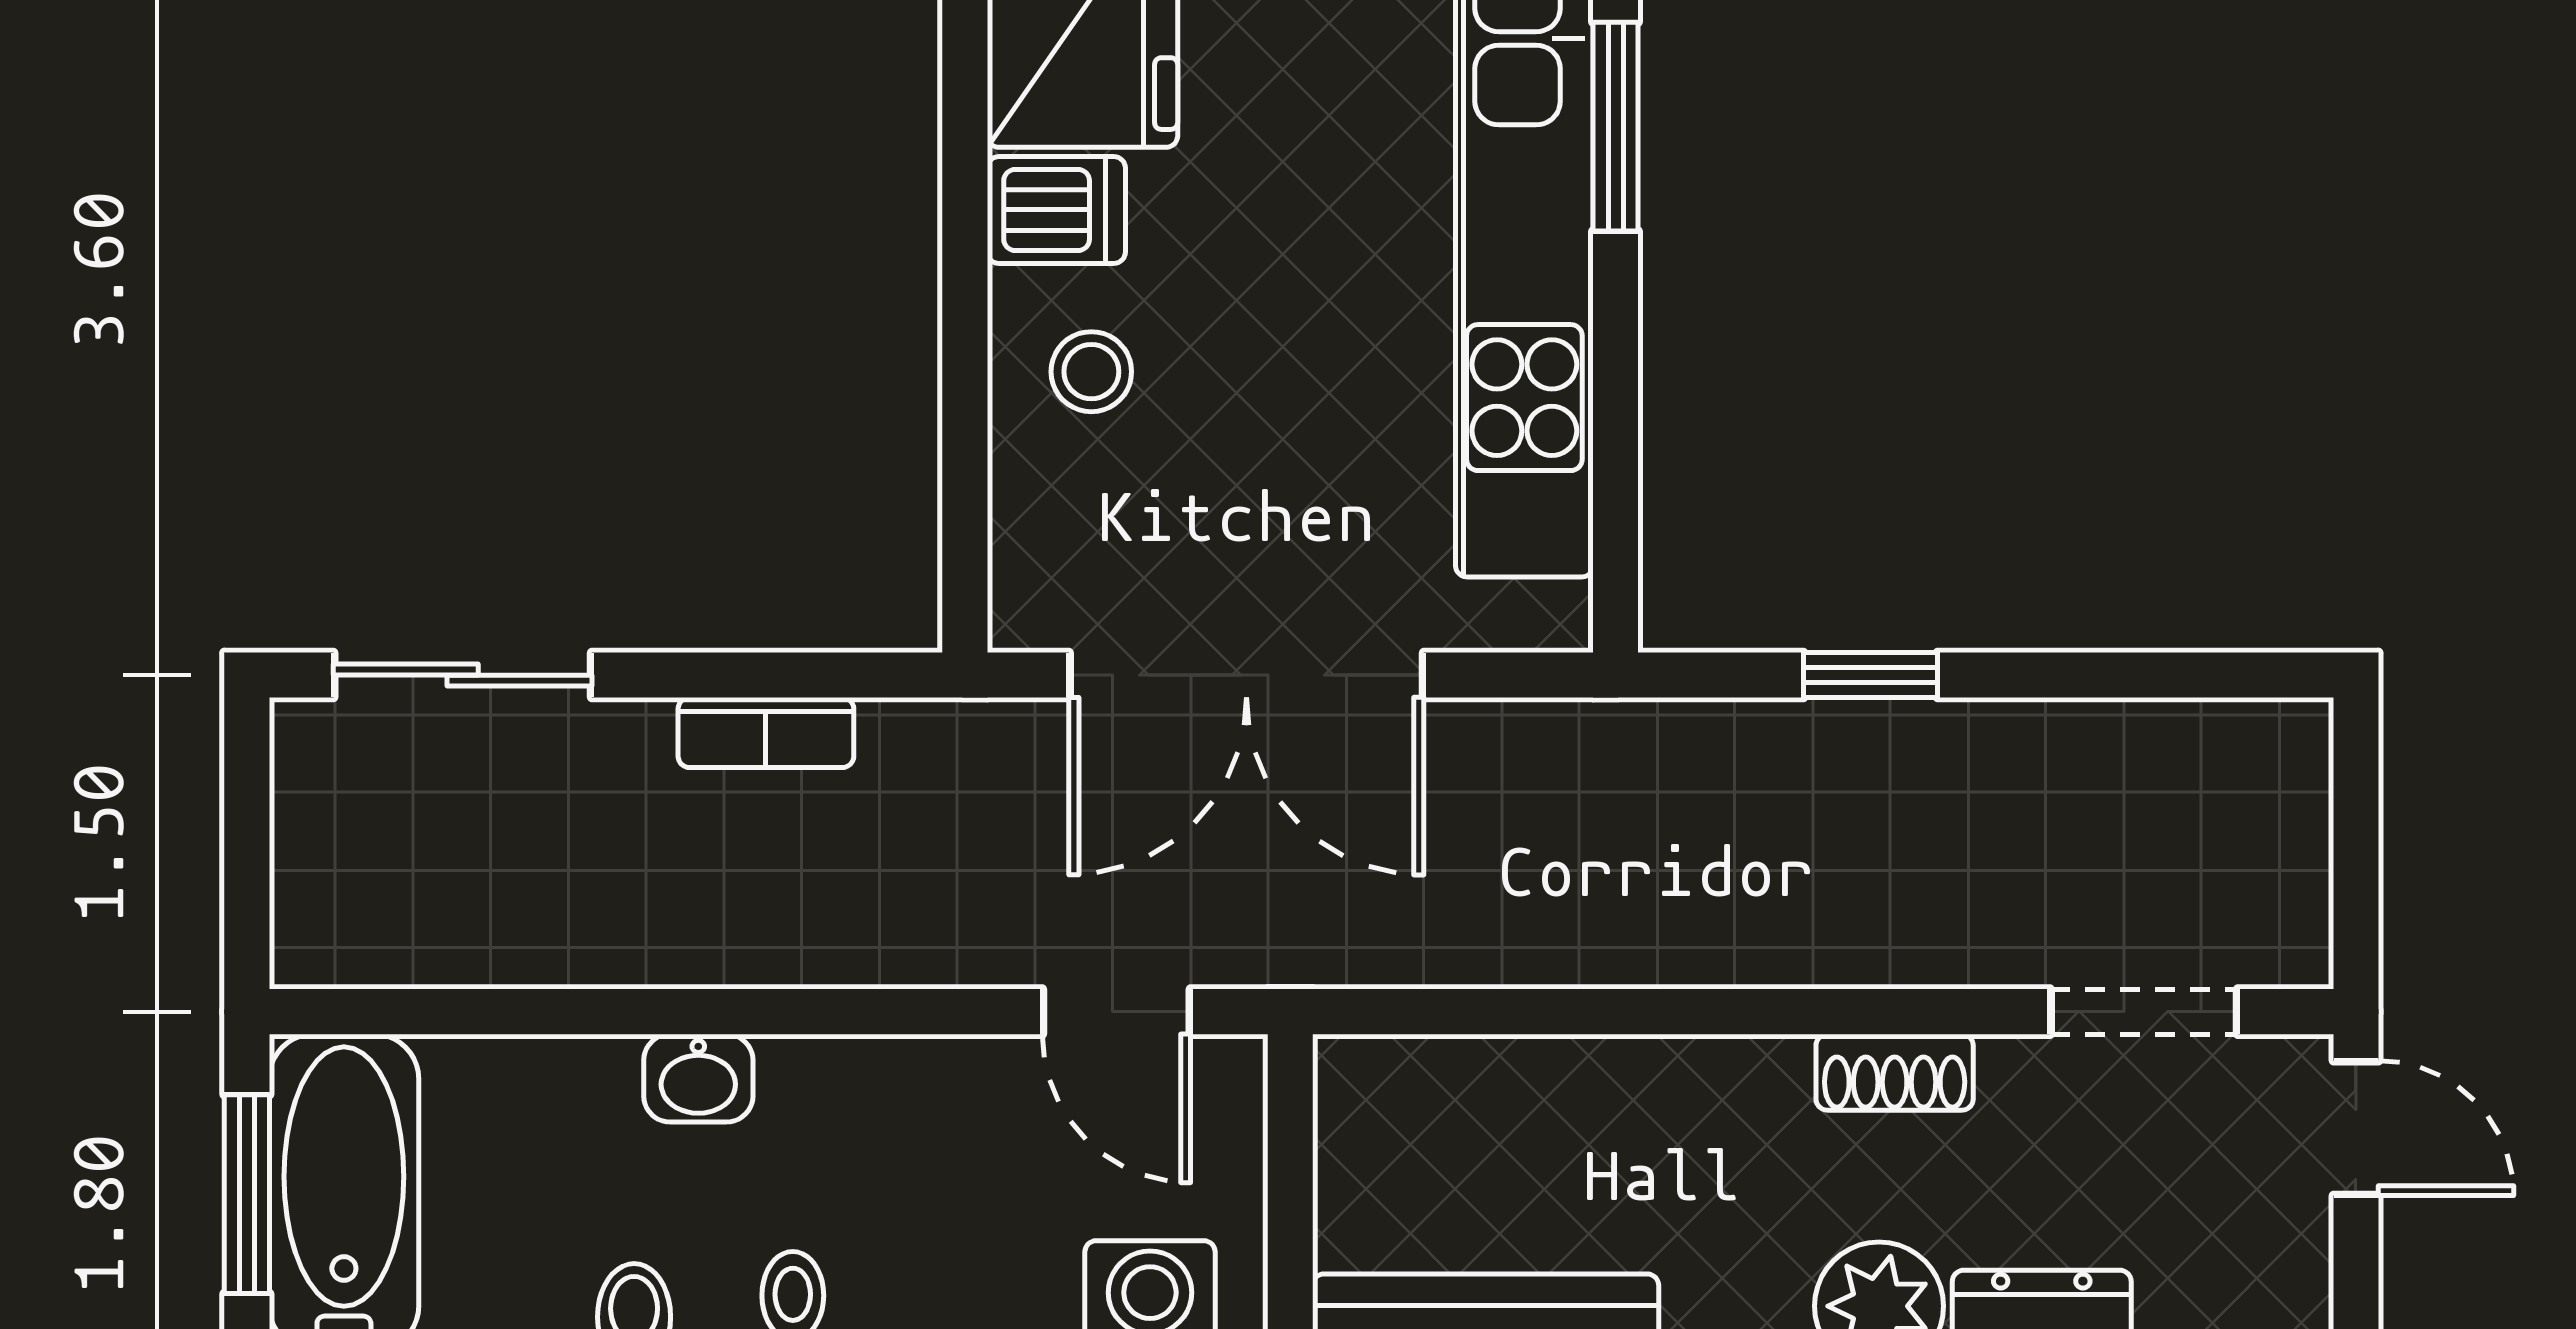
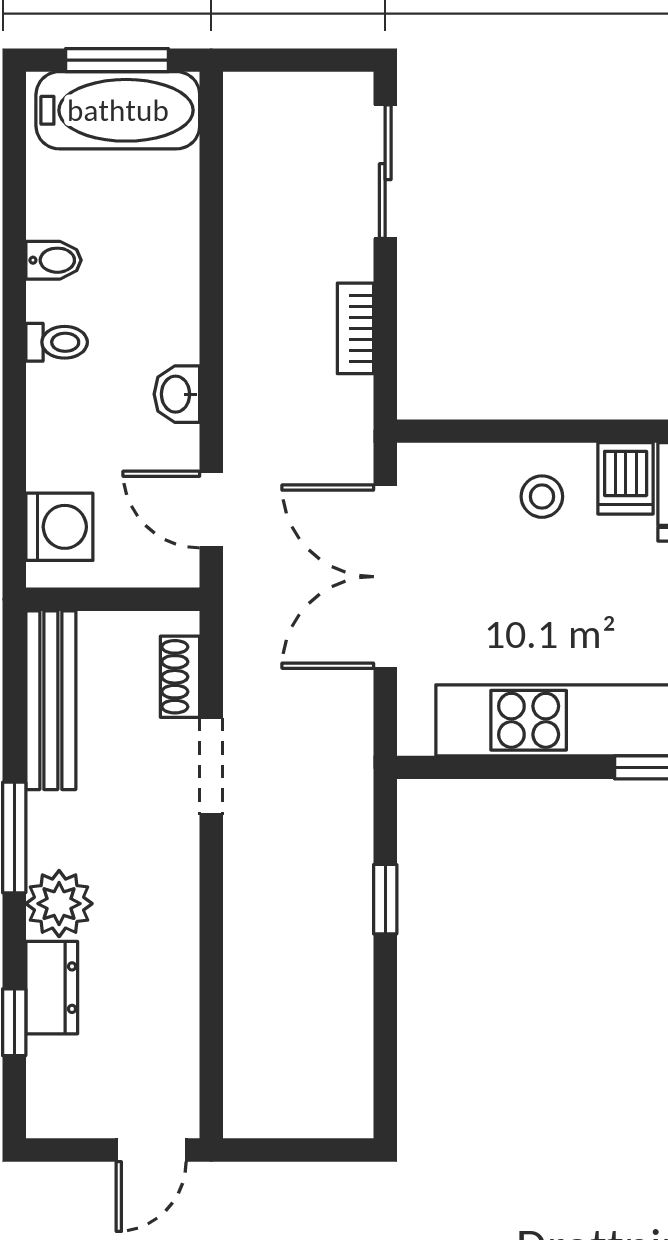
door: (1116, 1012) -> (211, 510), hinge flipped
doorway: (2144, 1012) -> (211, 766), moved
shoe rack: (1895, 1072) -> (180, 677), moved
washbasin: (698, 1078) -> (177, 394), moved

